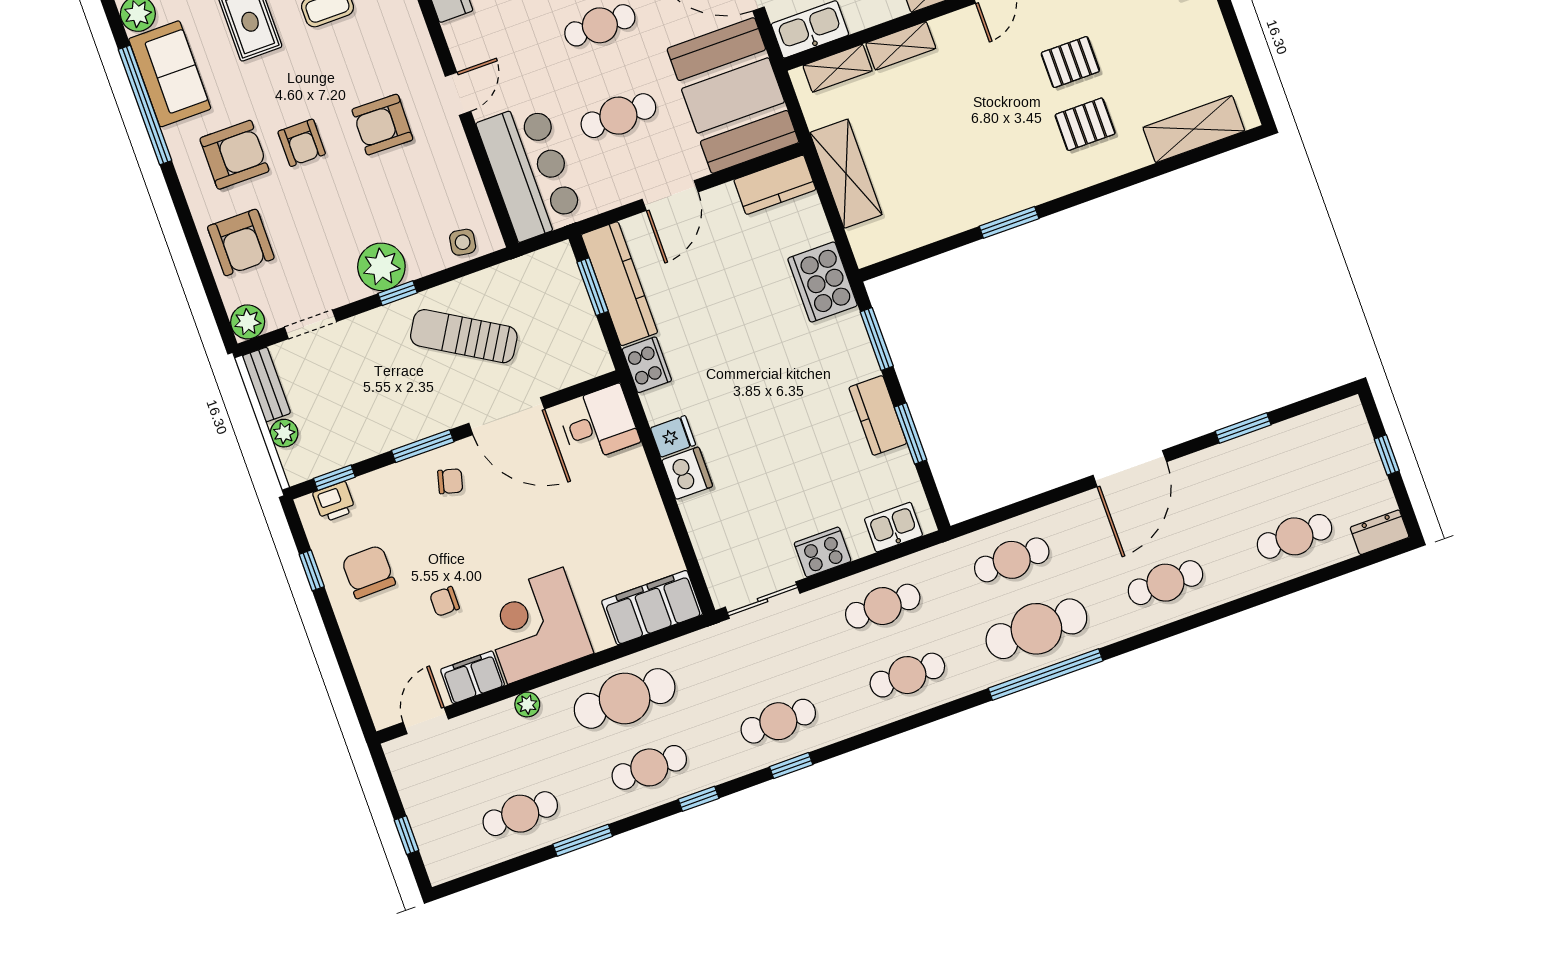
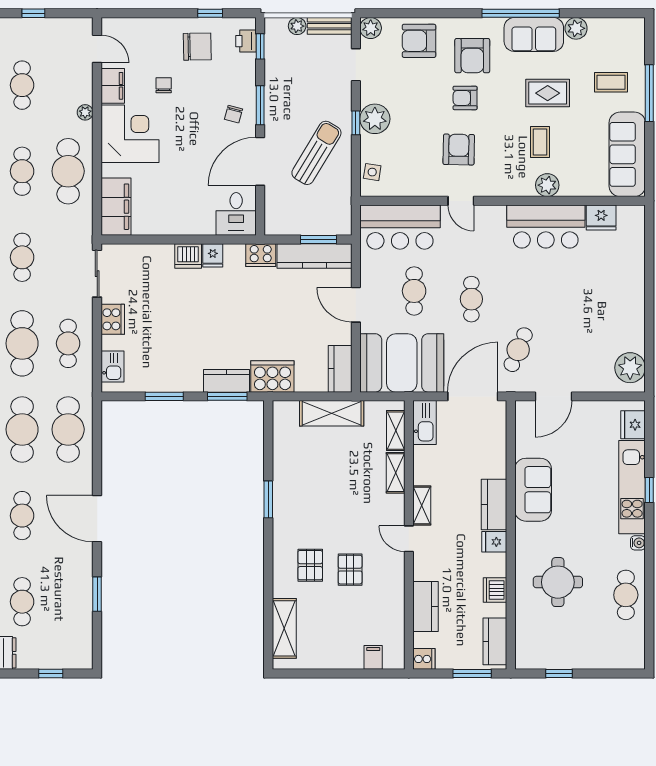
kitchen counter: (878, 415) -> (227, 381), moved
cafe table: (1012, 560) -> (68, 429), width x1.37, depth x1.35
cafe table: (907, 675) -> (22, 343), width x1.37, depth x1.35

